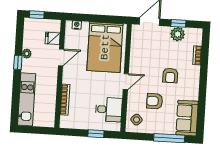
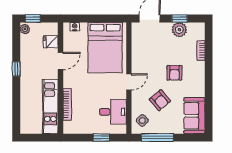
plant: (27, 54) -> (25, 29), moved
kitchen unit: (27, 99) -> (50, 107), moved, turned 180
armchair: (155, 101) -> (160, 100), turned -130
window: (169, 138) -> (157, 138), moved

